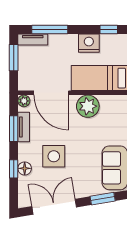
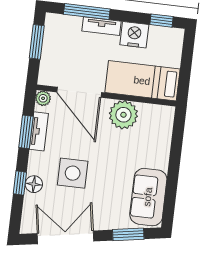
tv unit: (33, 39) -> (101, 26), moved

